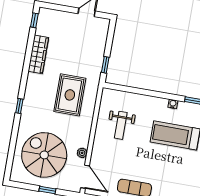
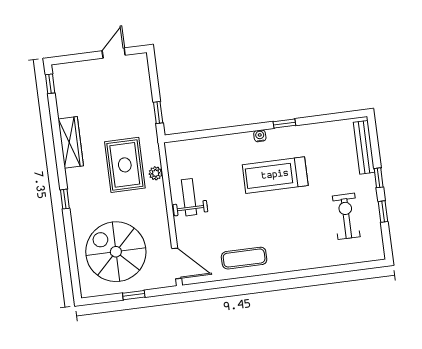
wardrobe: (38, 54) -> (71, 142), moved
weight bench: (121, 125) -> (189, 197), moved, turned 180
plant: (82, 153) -> (156, 173), moved

